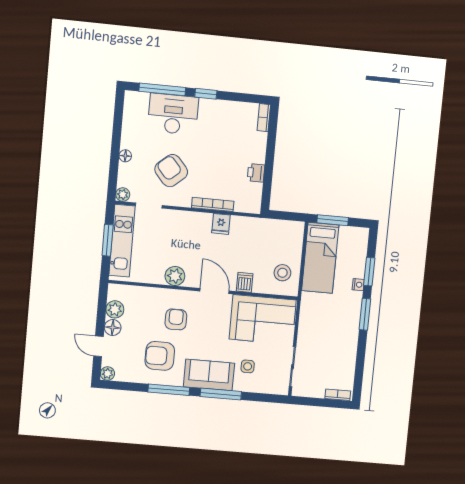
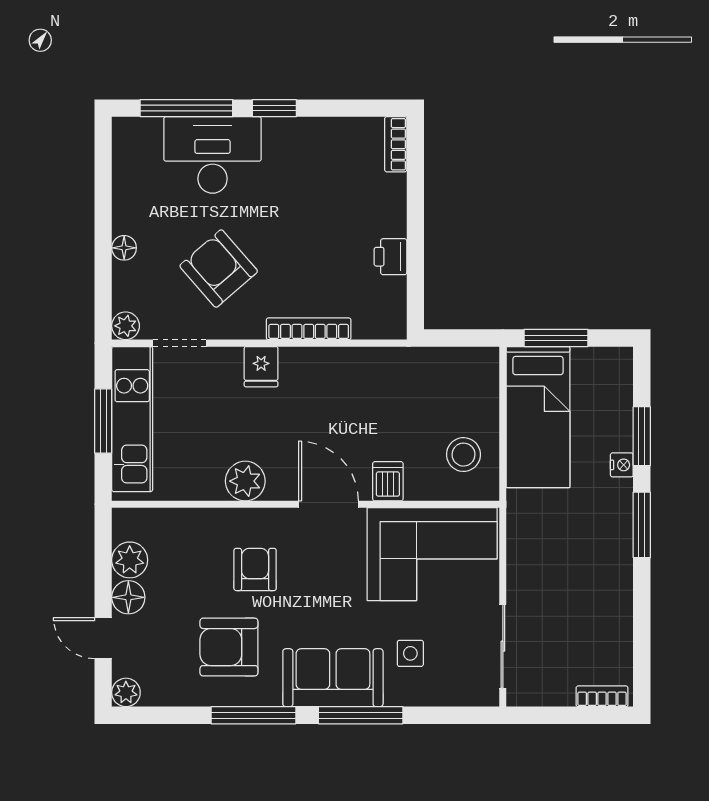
fridge: (221, 224) -> (261, 367), moved

